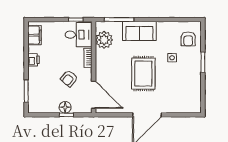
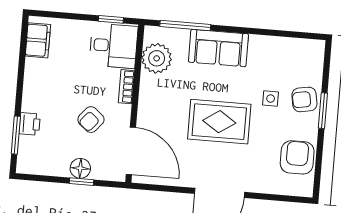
armchair: (188, 39) -> (304, 99), moved, turned 80
printer: (34, 60) -> (30, 124), moved
rug: (143, 74) -> (219, 122), turned 90
armchair: (190, 91) -> (297, 157), added

